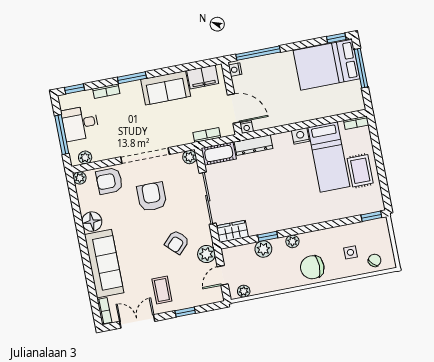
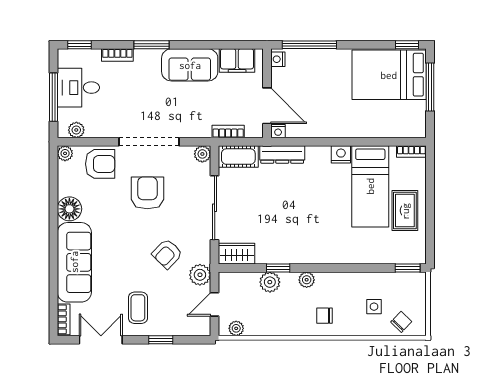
armchair: (109, 181) -> (100, 164), turned 180
chair: (312, 267) -> (324, 316), width x0.54, depth x0.54

